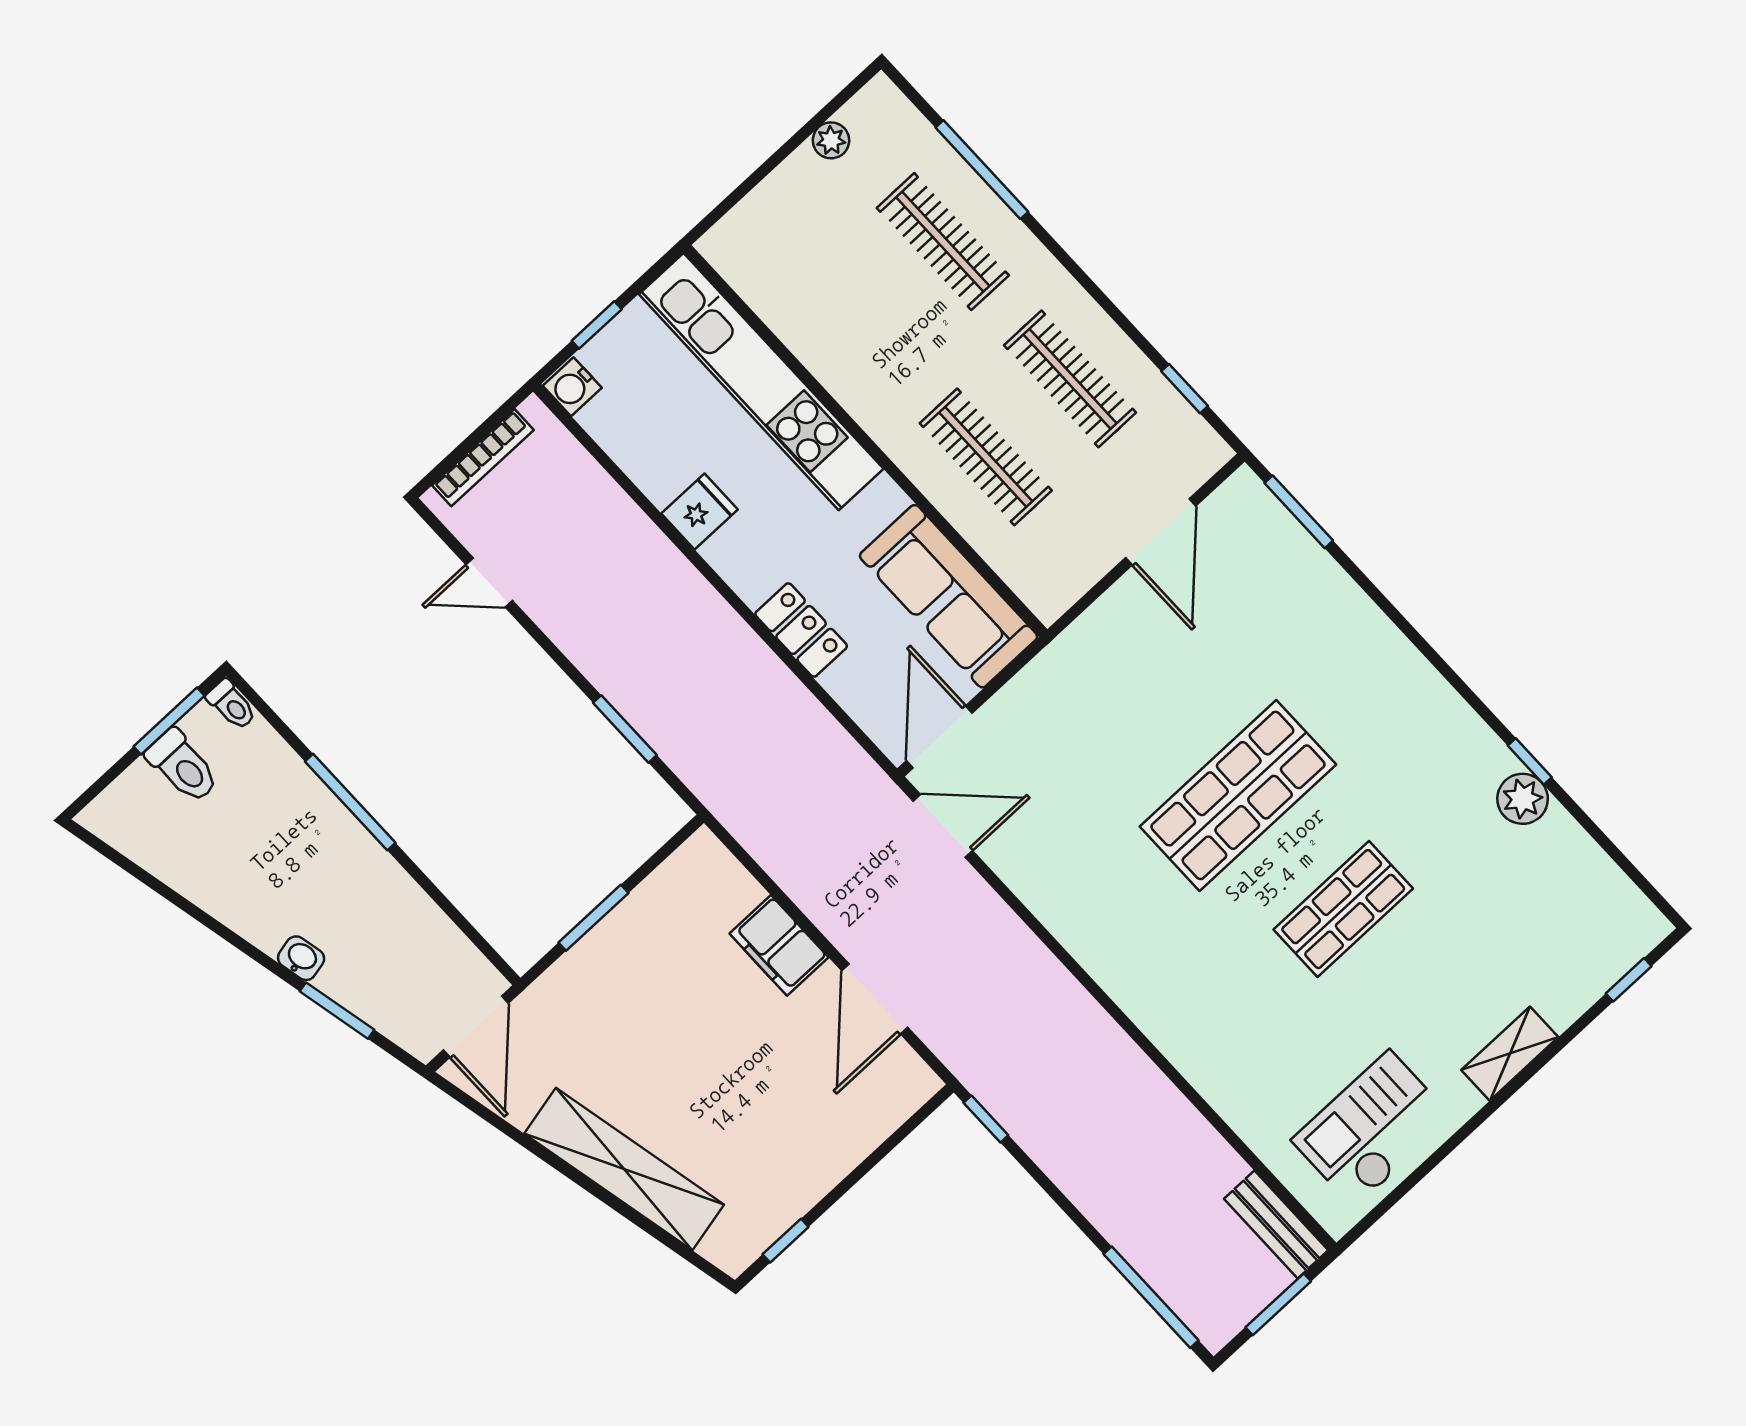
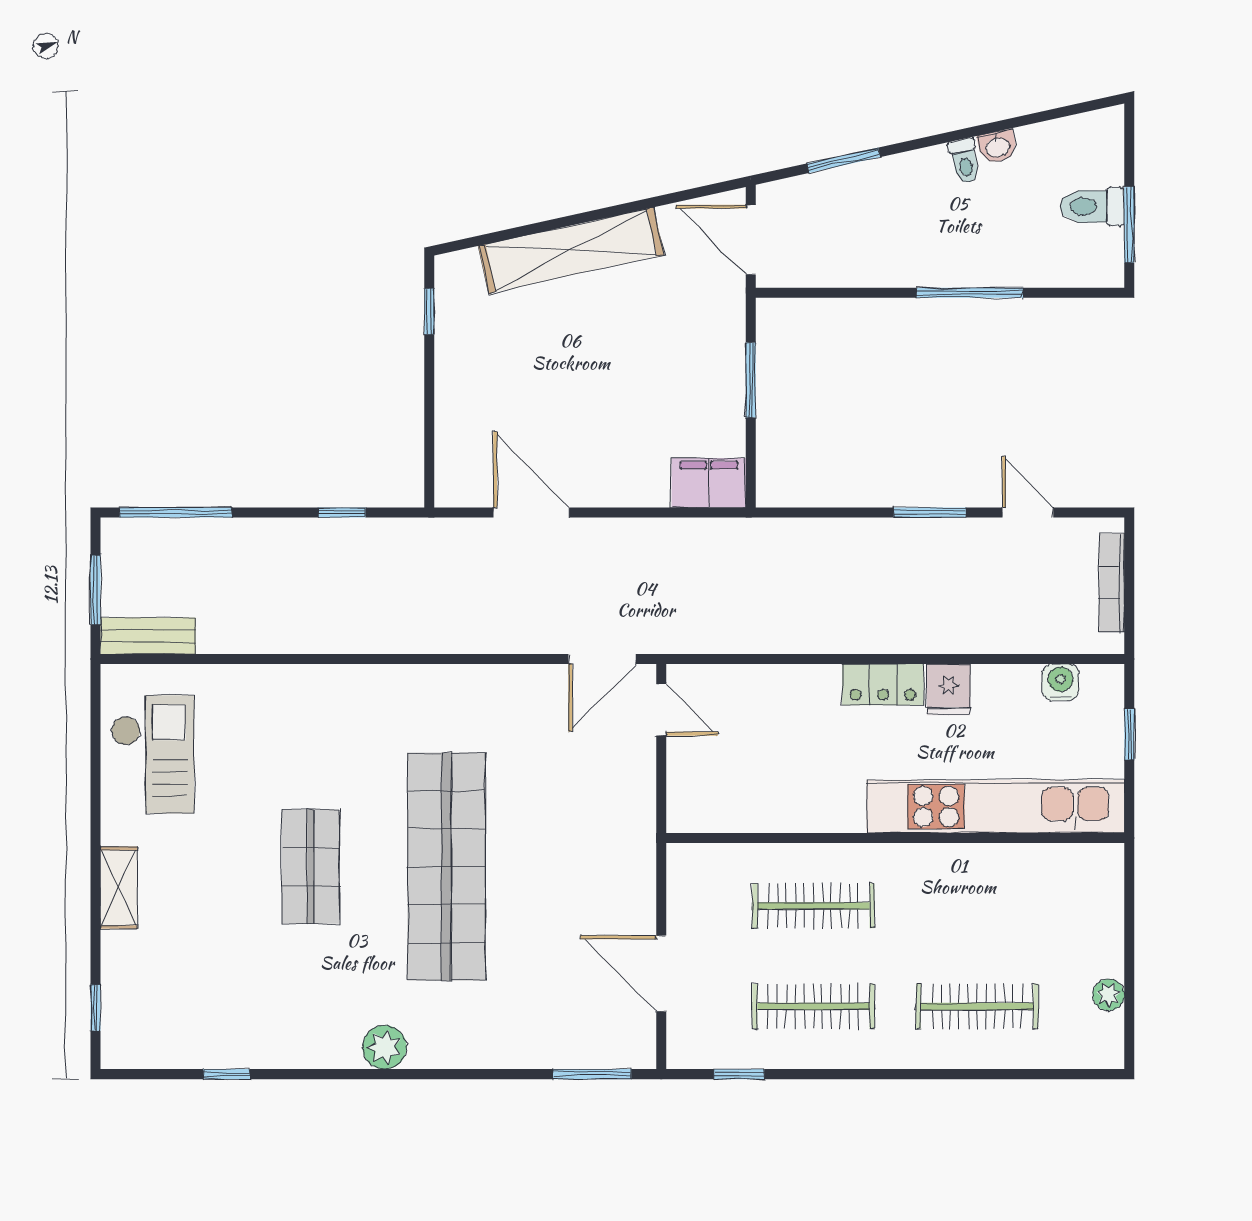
window: (982, 170) -> (1000, 1074), removed
water cooler: (572, 387) -> (1060, 682), moved
door: (489, 583) -> (1028, 512), hinge flipped
sofa: (949, 596) -> (746, 799), removed
locker: (801, 630) -> (883, 684), moved
toilet: (232, 705) -> (965, 161), moved, turned -102
window: (625, 729) -> (930, 512), moved
door: (939, 737) -> (661, 710), width x0.73
window: (1530, 761) -> (227, 1074), moved
shop shelf: (1238, 795) -> (446, 867), width x1.40
plant: (1523, 799) -> (385, 1047), moved
filing cabinet: (779, 945) -> (709, 483), moved
washbasin: (301, 958) -> (997, 147), moved
window: (986, 1119) -> (342, 512), moved

